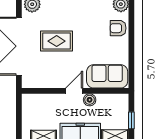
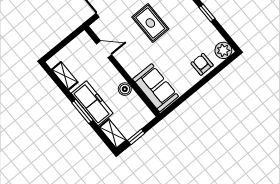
door: (74, 91) -> (104, 49), moved

